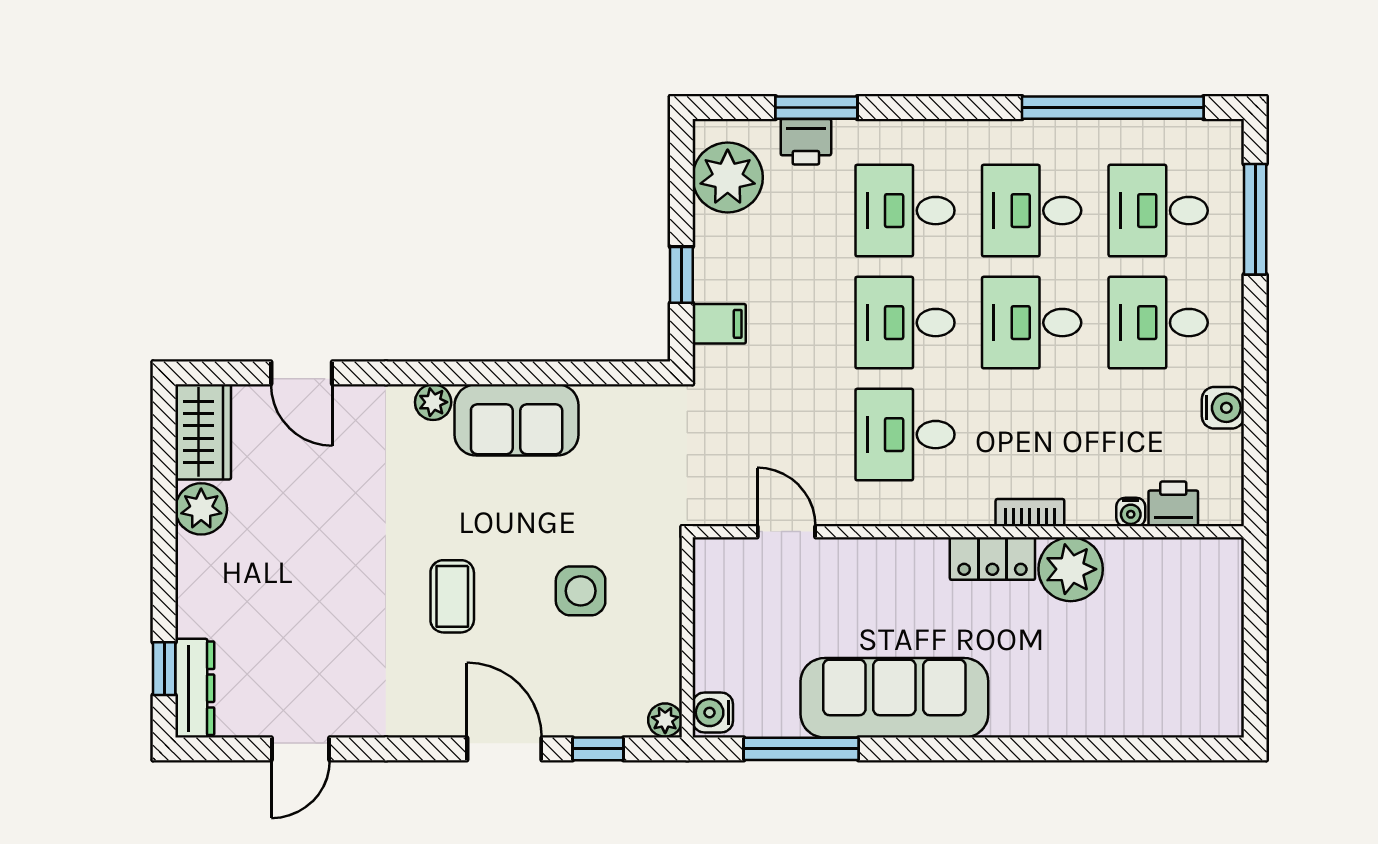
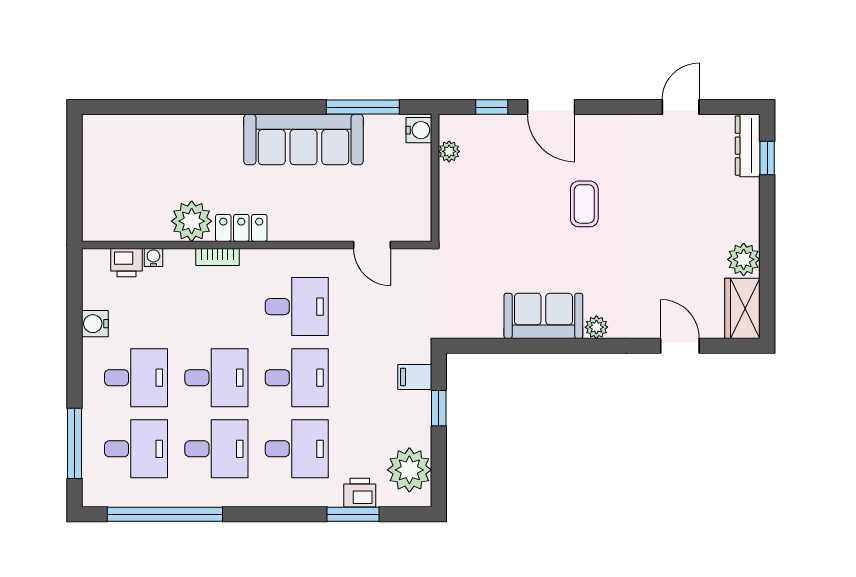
side table: (581, 591) -> (503, 207), removed
plant: (665, 720) -> (449, 151), moved

